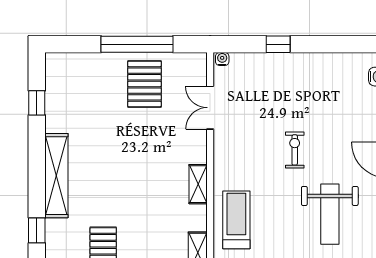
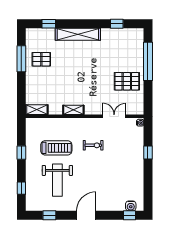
window: (137, 44) -> (148, 61), moved
exercise bike: (295, 150) -> (93, 145), moved
weight bench: (330, 214) -> (57, 180), turned -90
treadmill: (236, 220) -> (56, 148), moved

